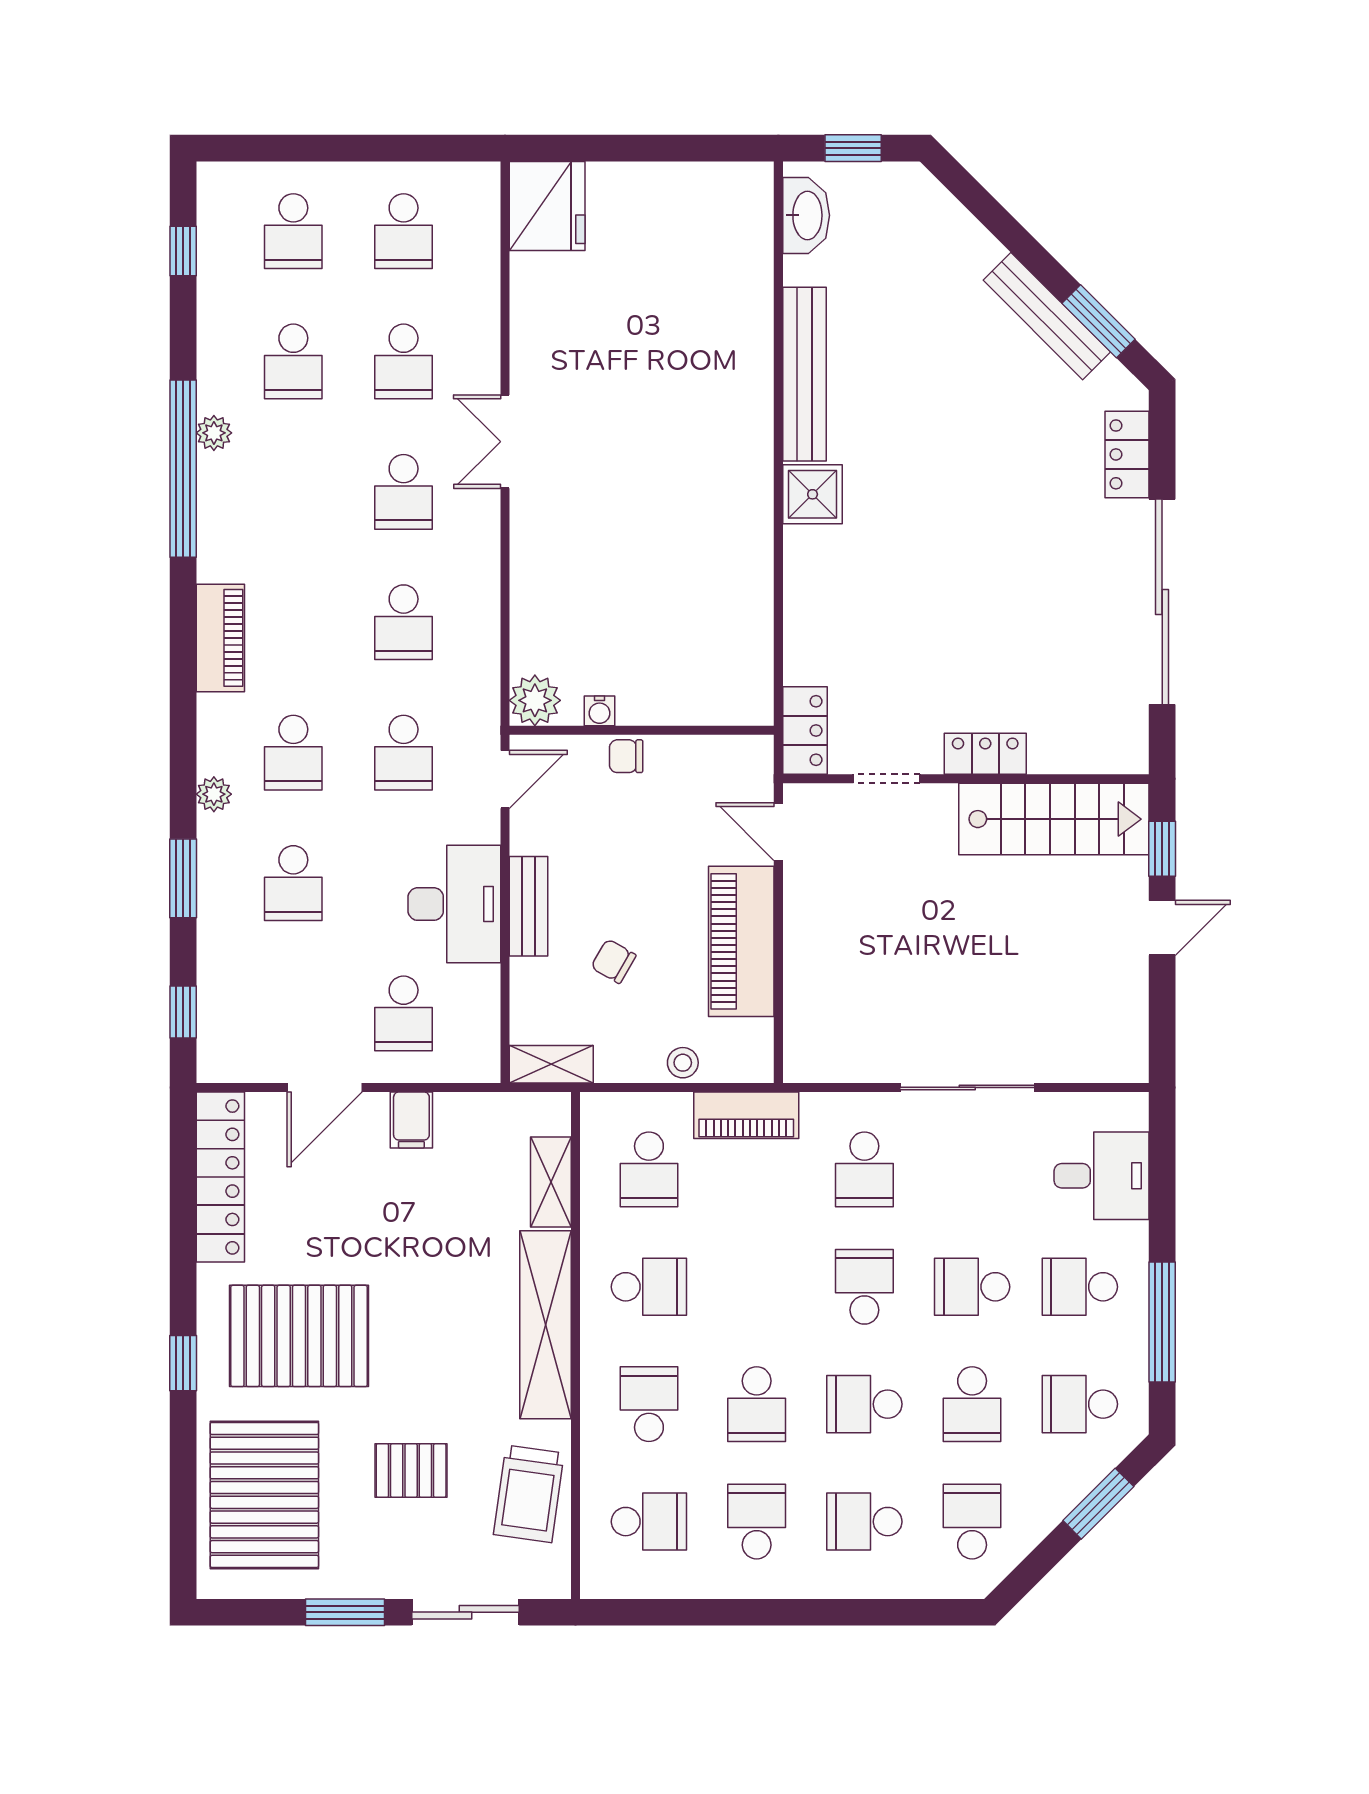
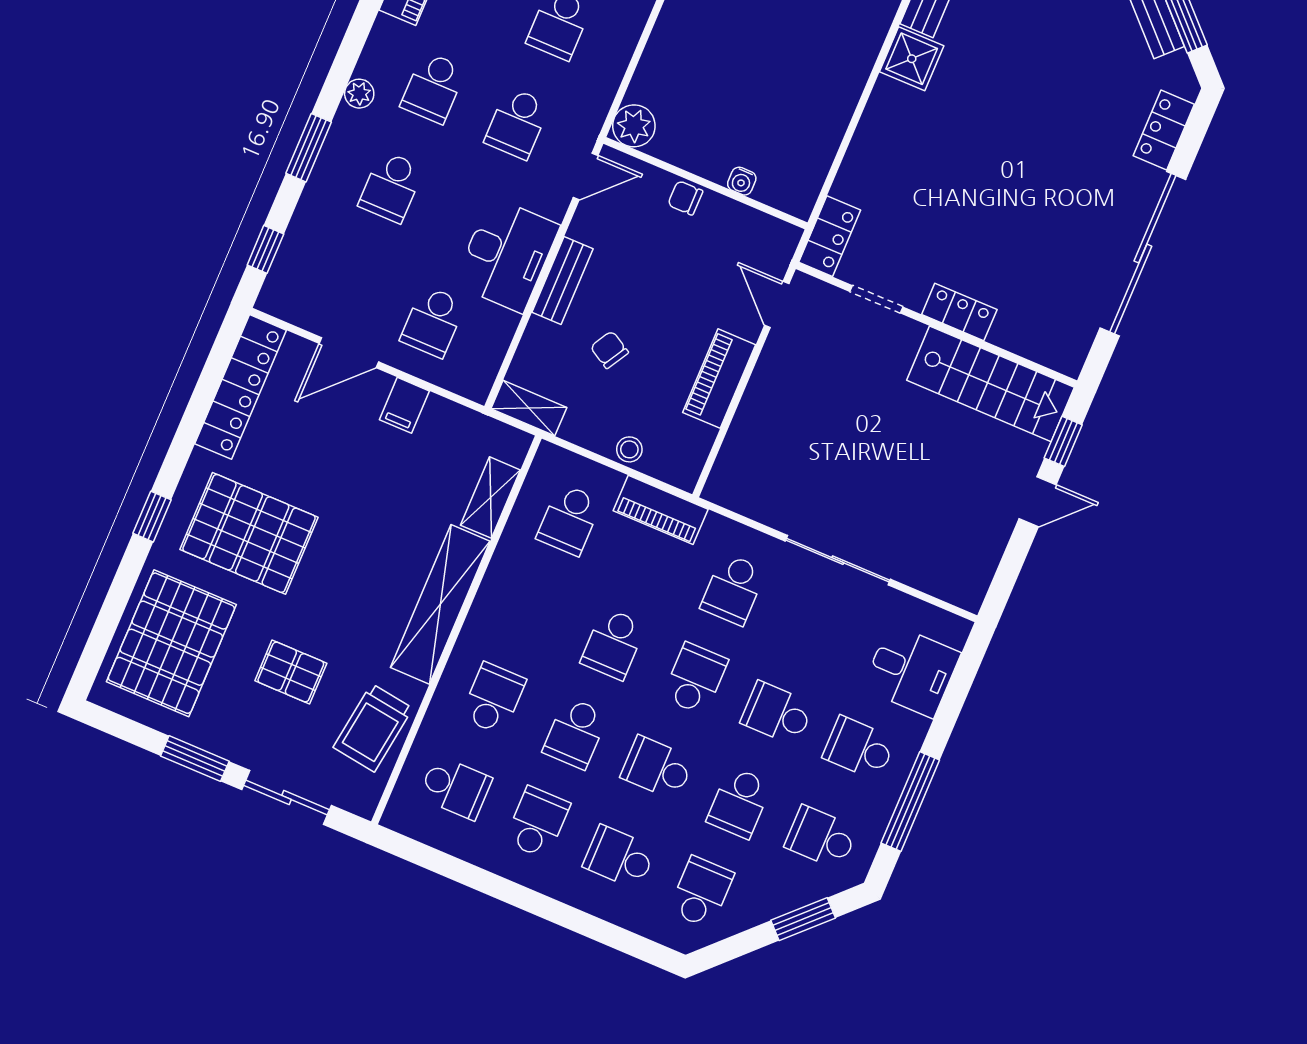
water cooler: (600, 711) -> (742, 181), moved
piano: (741, 941) -> (719, 379), width x0.73, depth x0.75
school desk: (649, 1287) -> (613, 644), moved, turned 90

